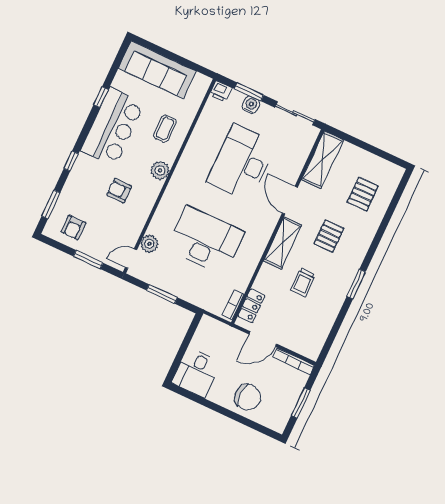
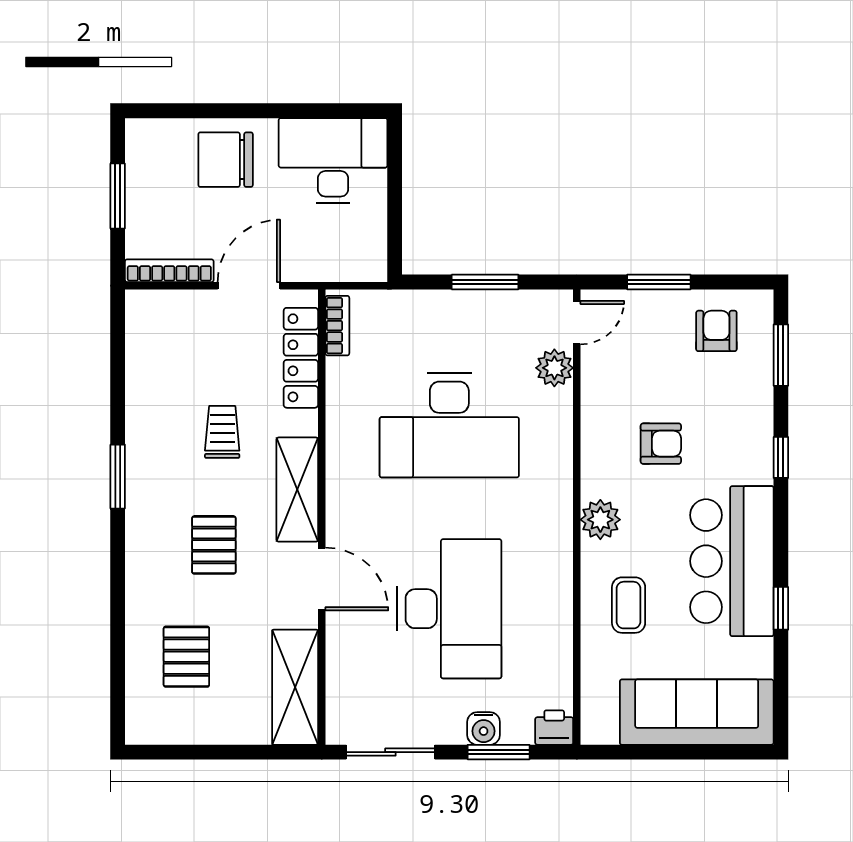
locker: (251, 306) -> (301, 358), width x1.53
desk: (196, 373) -> (333, 161), width x1.37

